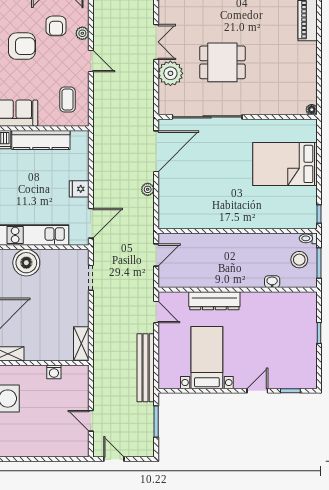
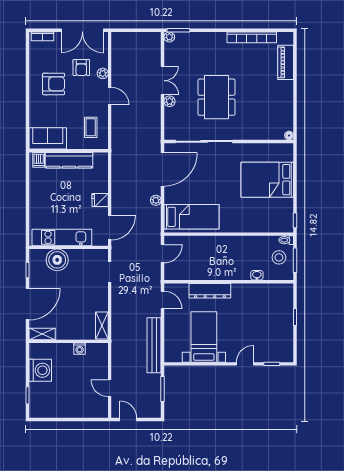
dining table: (222, 62) -> (217, 97), width x1.37
plant: (170, 73) -> (170, 101), width x0.53, depth x0.53
bed: (192, 210) -> (192, 217), added

